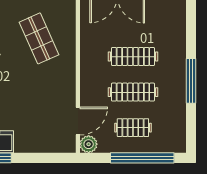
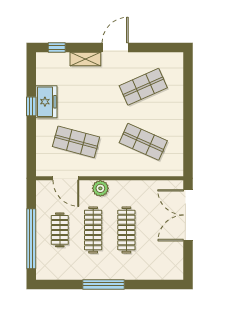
shop shelf: (39, 38) -> (143, 142), turned 48
shop shelf: (39, 110) -> (76, 142), added
plant: (89, 144) -> (100, 188), moved

